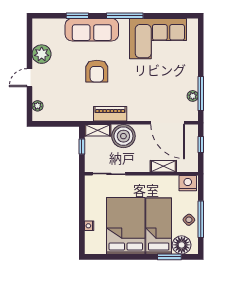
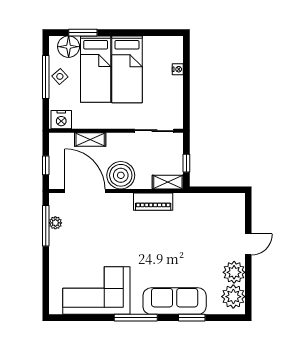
armchair: (97, 71) -> (169, 252), removed
plant: (38, 106) -> (233, 297), moved, width x1.87, depth x1.87
boiler: (123, 136) -> (121, 175), moved
bed: (126, 226) -> (127, 69), width x0.67

